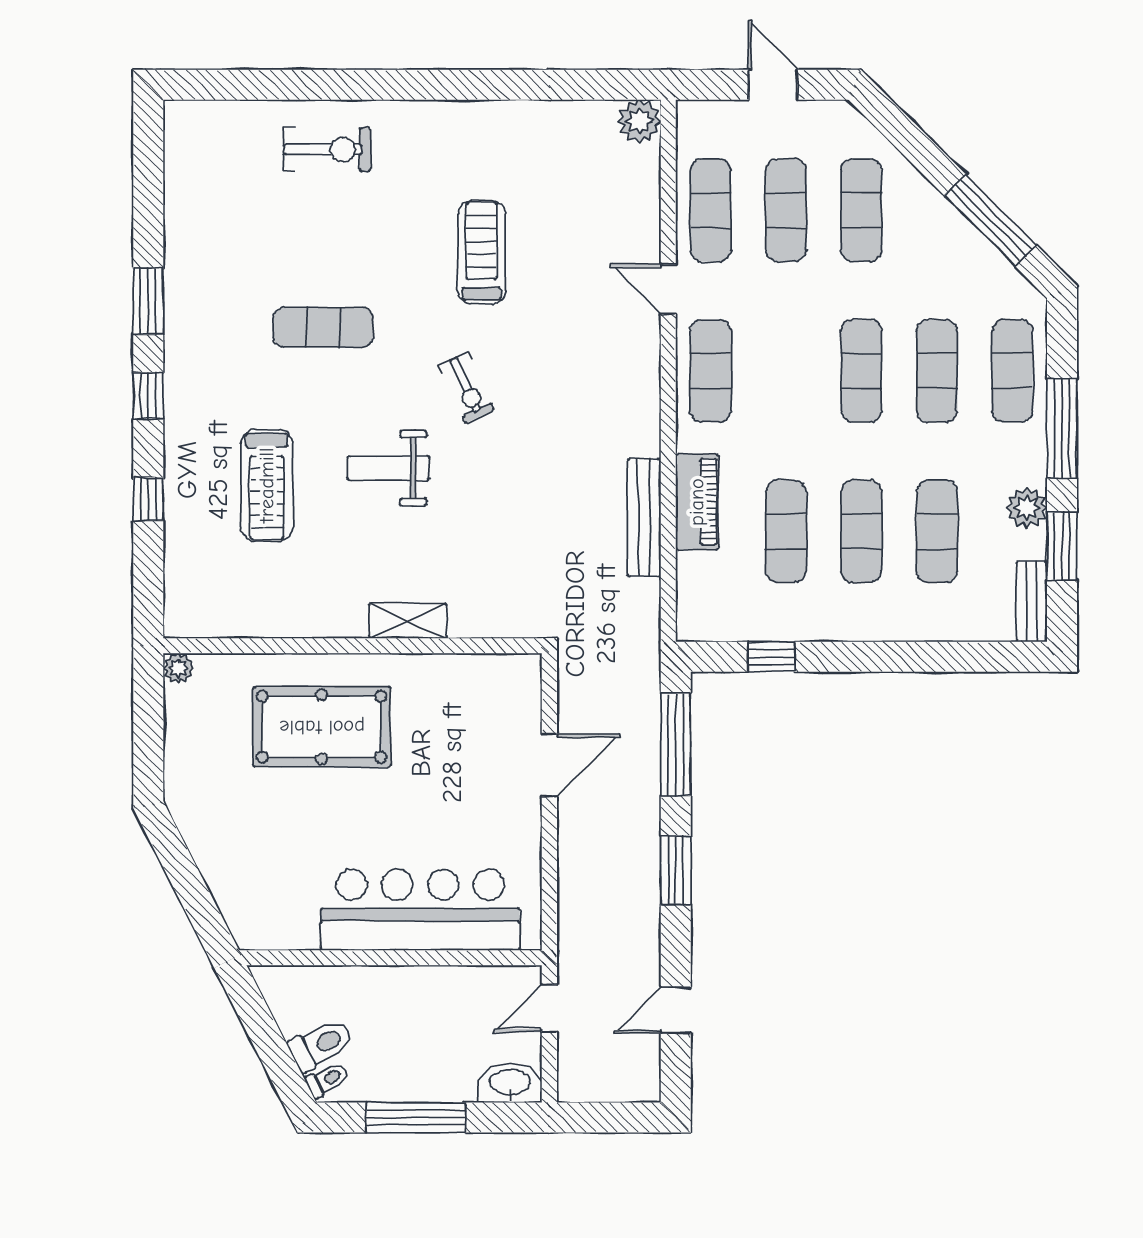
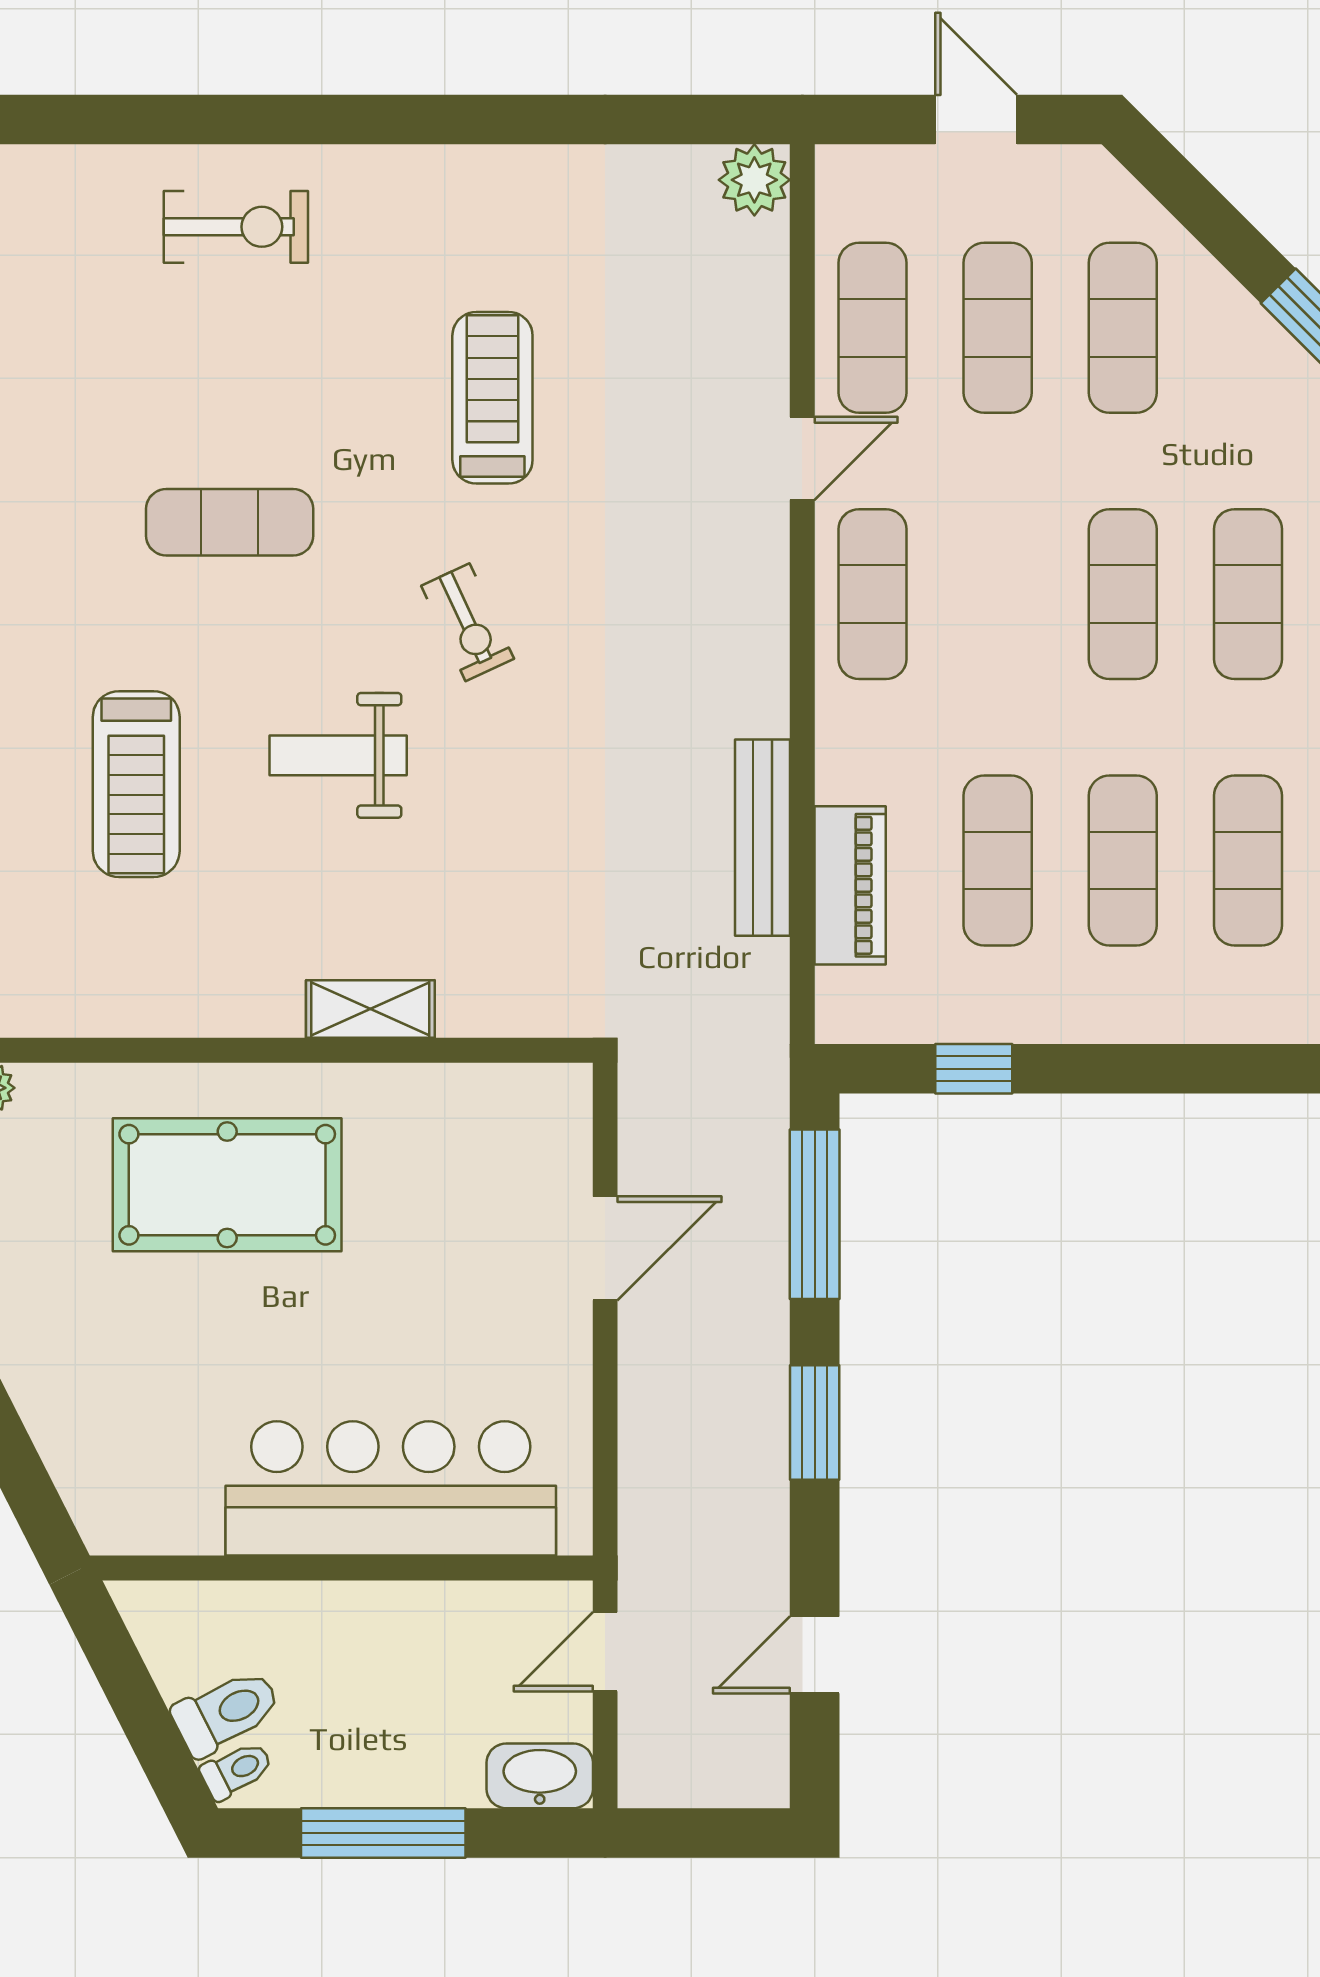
door: (668, 289) -> (802, 458), swing flipped
piano: (697, 502) -> (850, 885), moved

